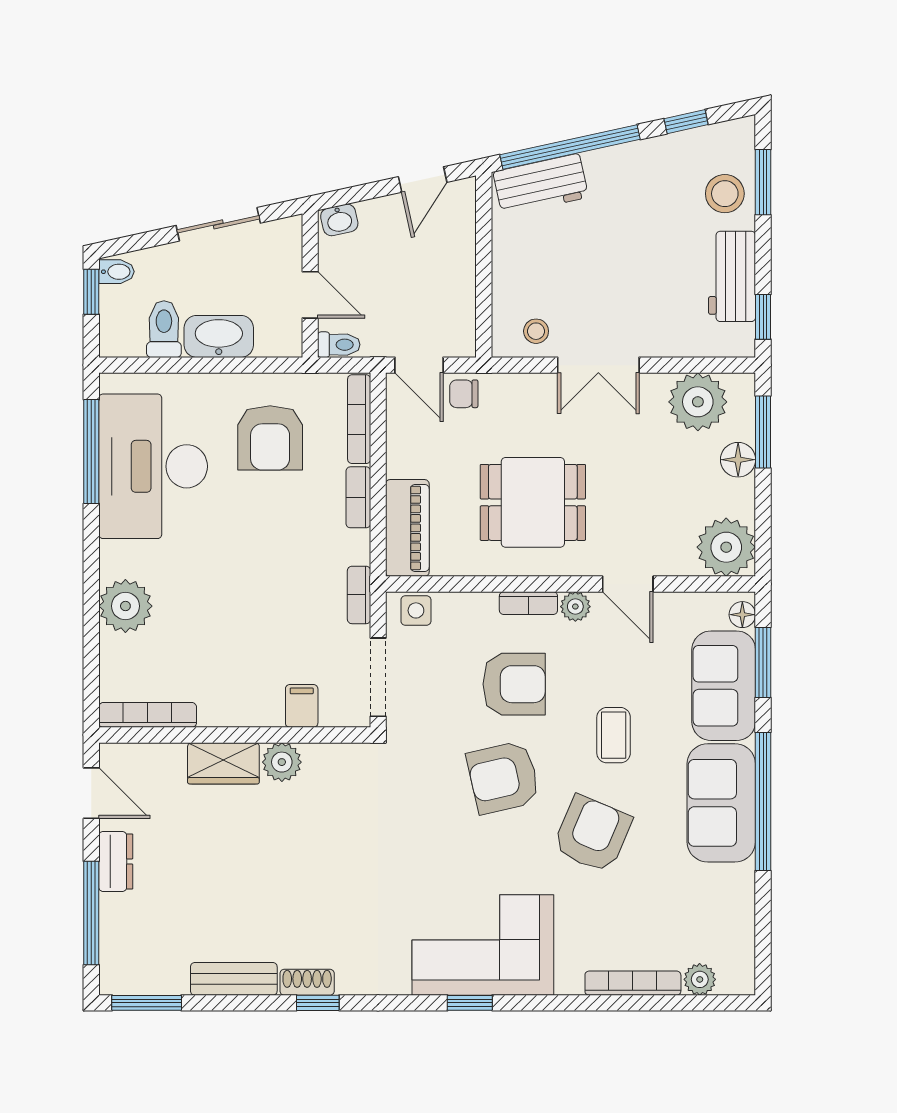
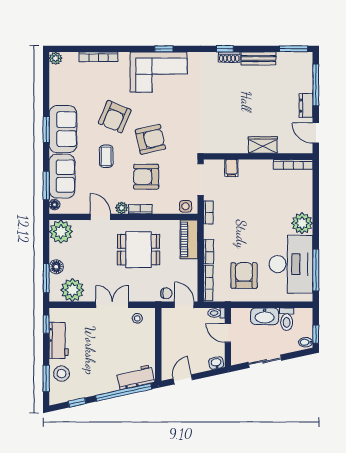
plant: (125, 606) -> (302, 223), moved
plant: (282, 762) -> (239, 145), removed
window: (763, 802) -> (46, 130), width x0.47
plant: (700, 979) -> (56, 58), moved

